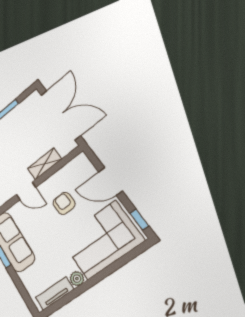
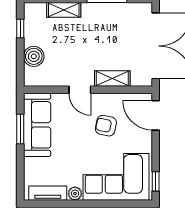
door: (110, 181) -> (156, 115), moved
armchair: (64, 203) -> (106, 126), turned -76

